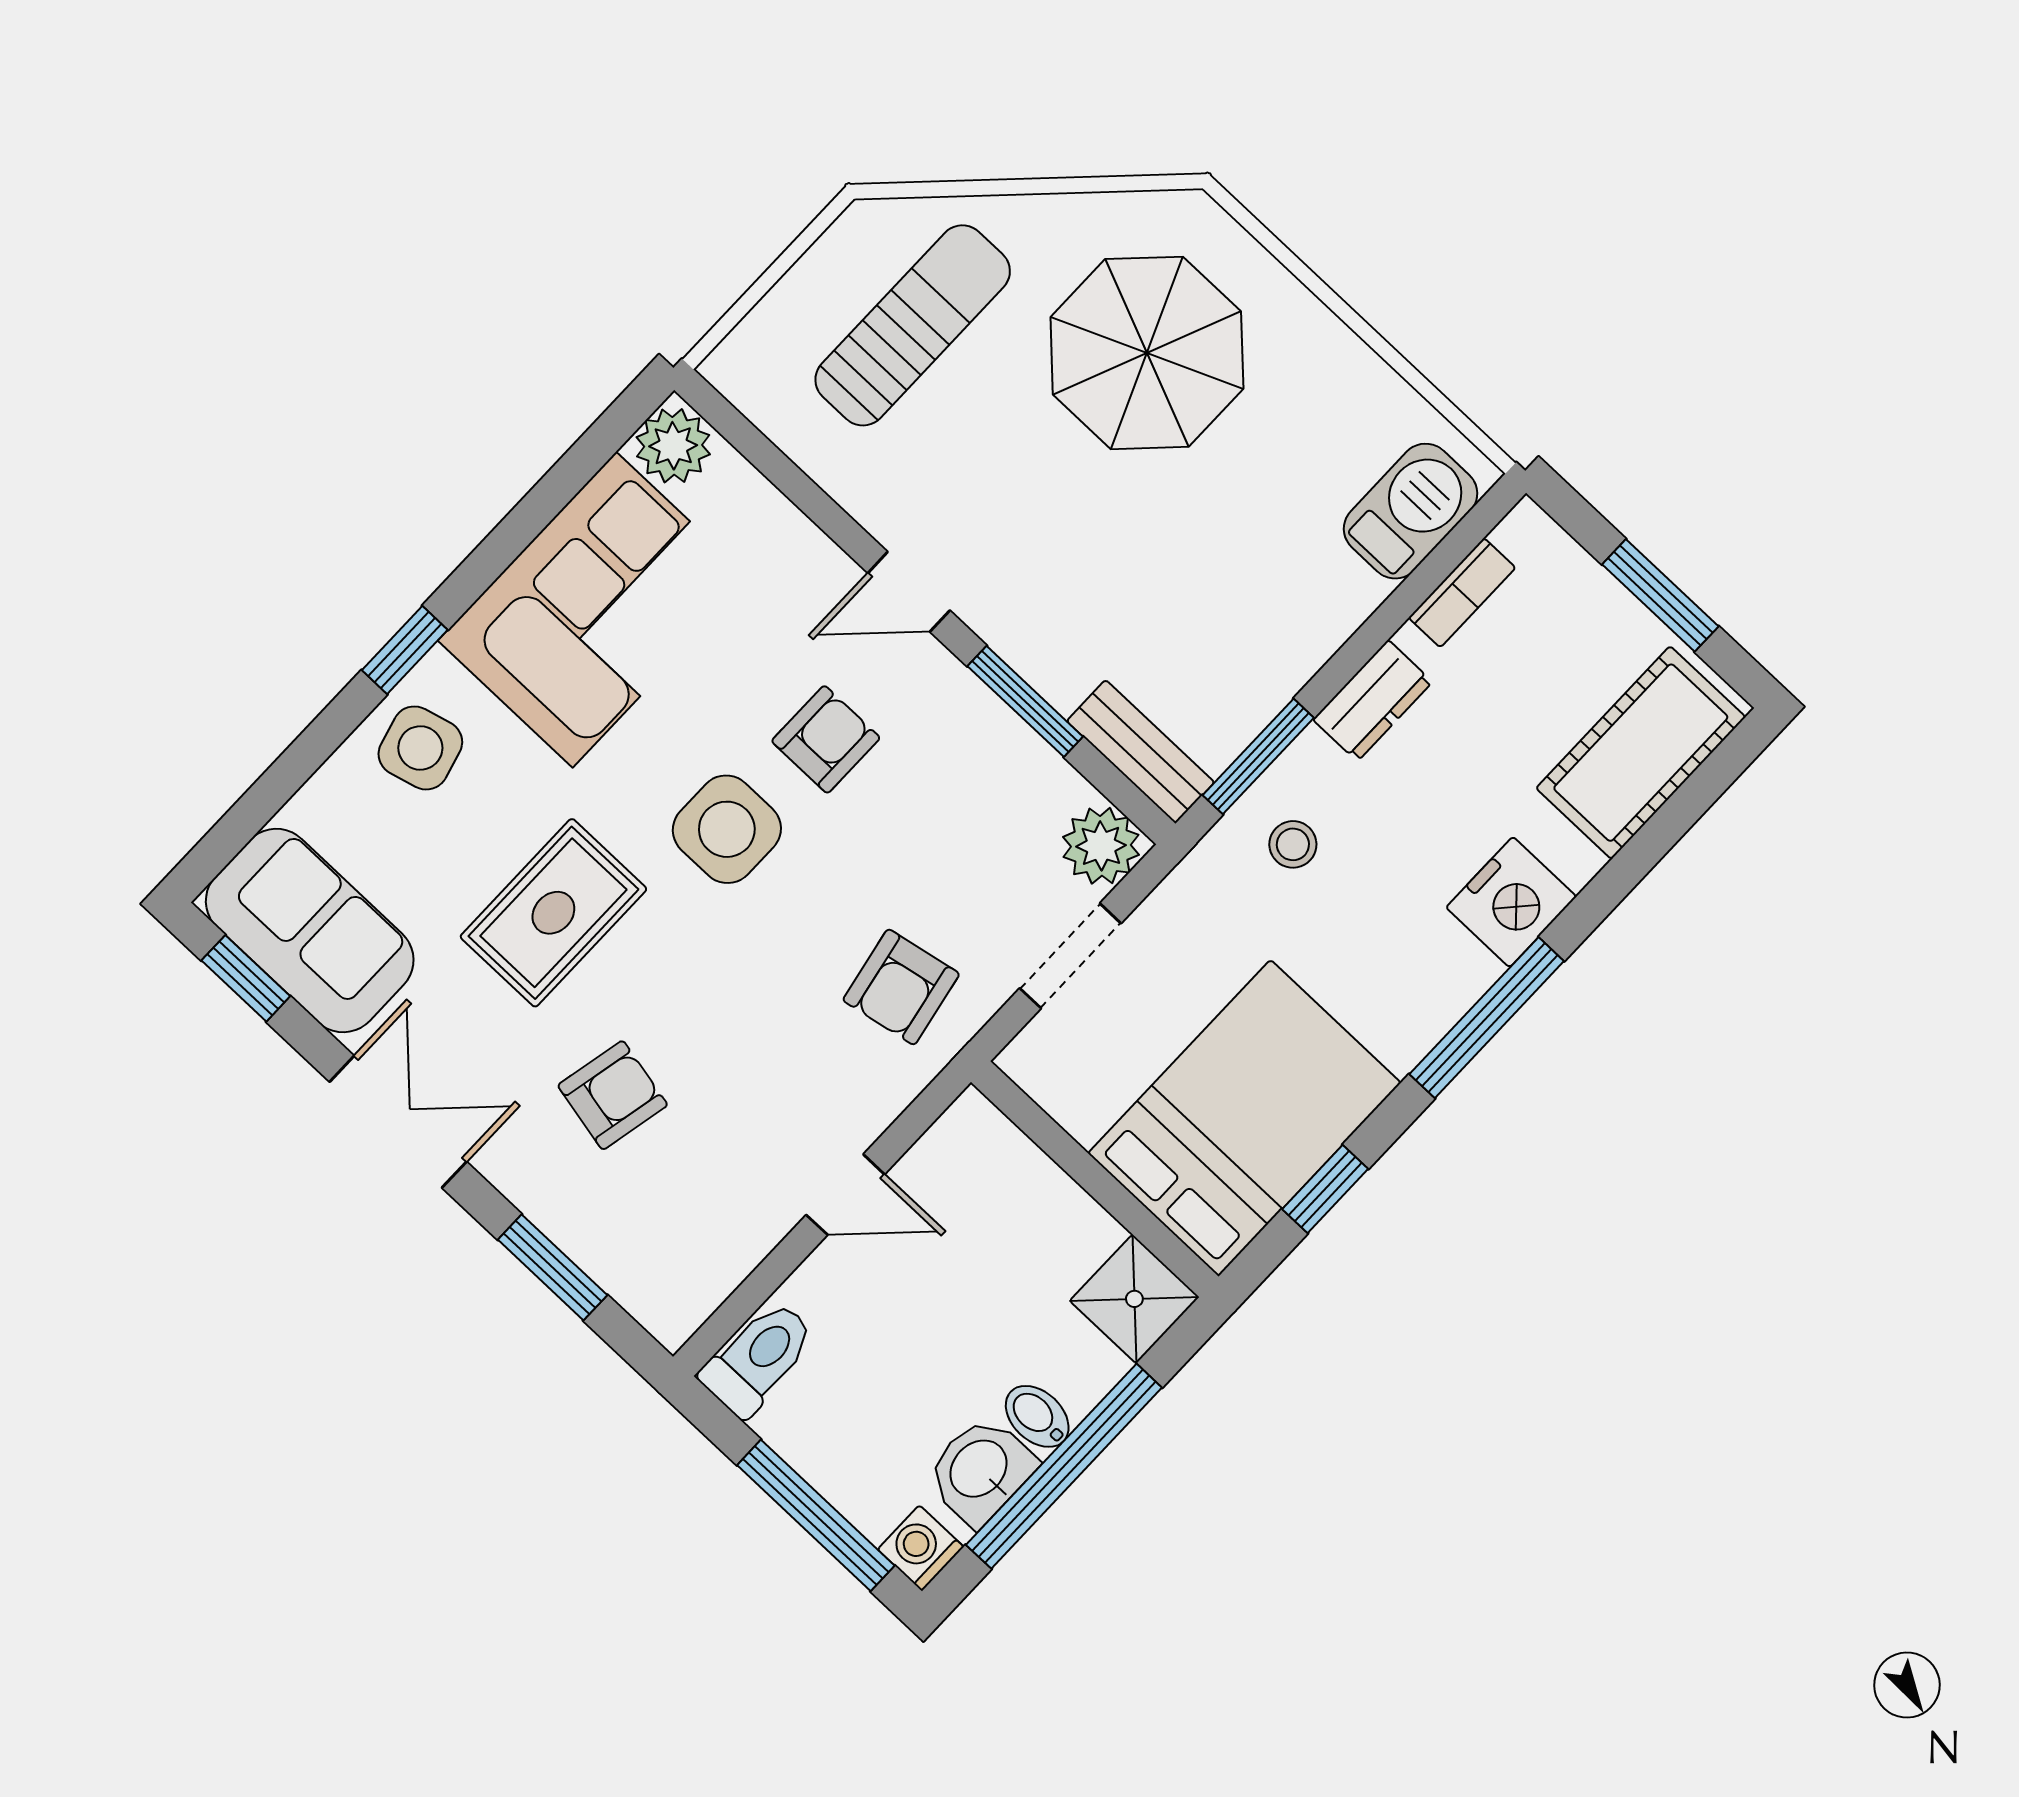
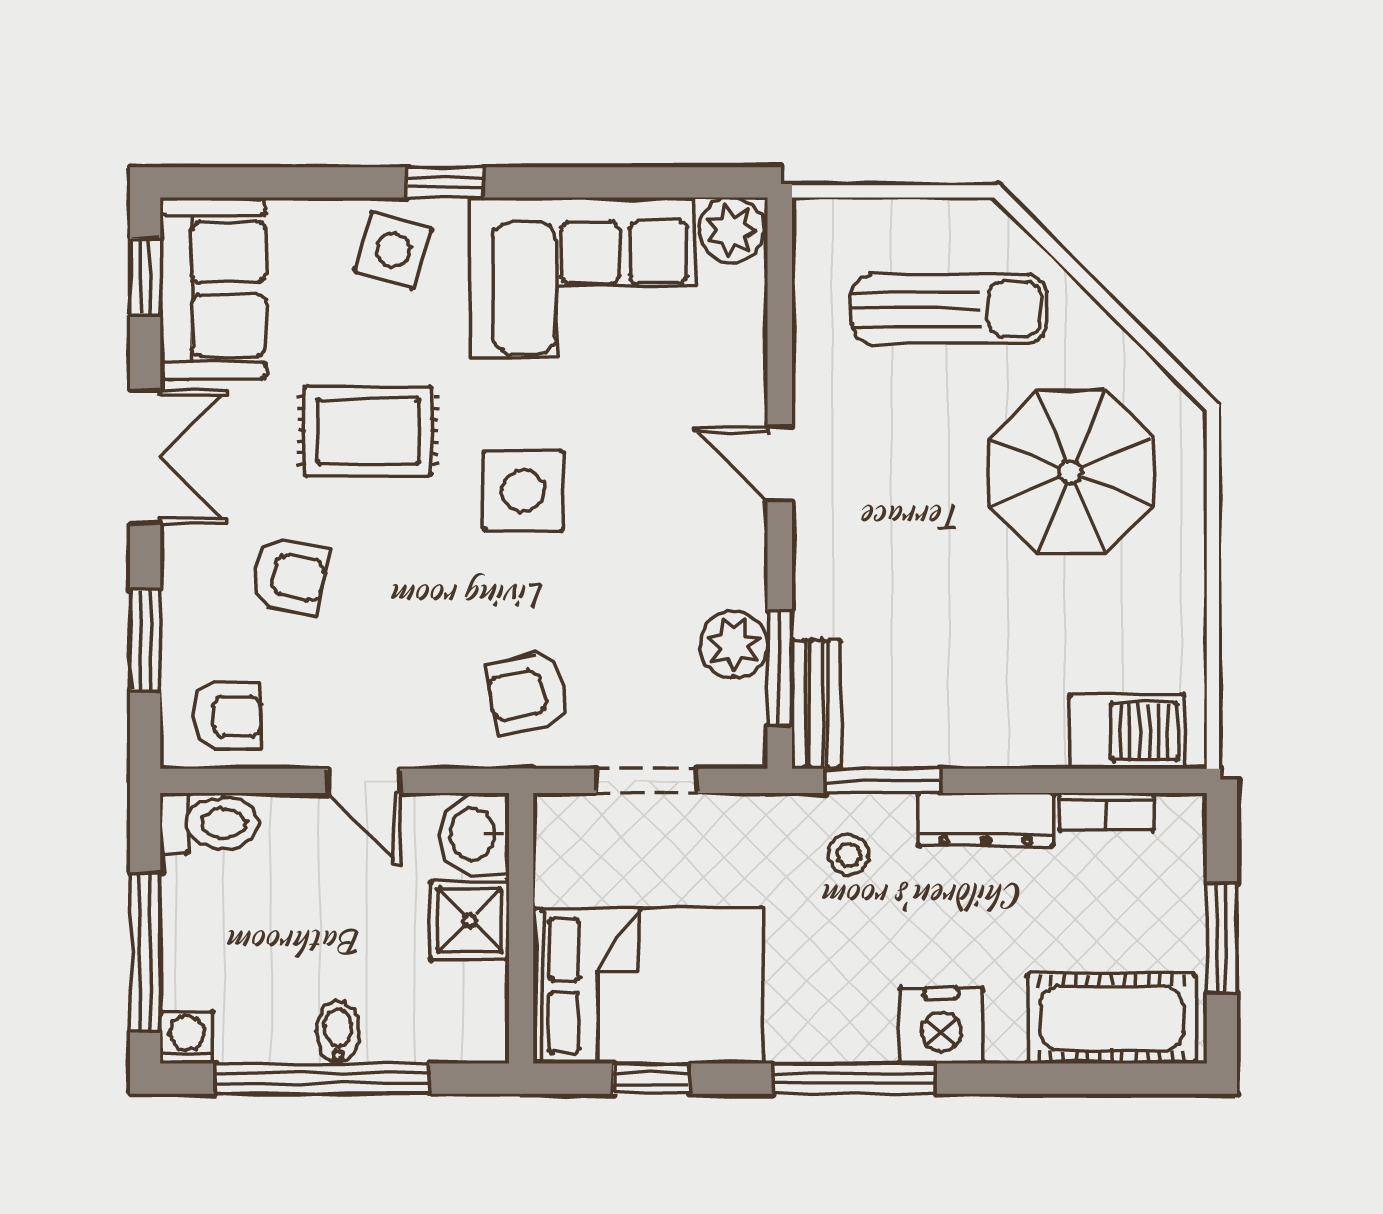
window: (1025, 701) -> (780, 669), moved
dresser: (1373, 701) -> (986, 820), width x1.44
armchair: (826, 739) -> (228, 716), moved
side table: (420, 748) -> (393, 250), turned 32
plant: (1101, 846) -> (734, 644), moved
shower: (1134, 1299) -> (469, 920), moved
washbasin: (980, 1470) -> (474, 834), moved, turned -90

